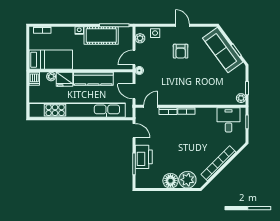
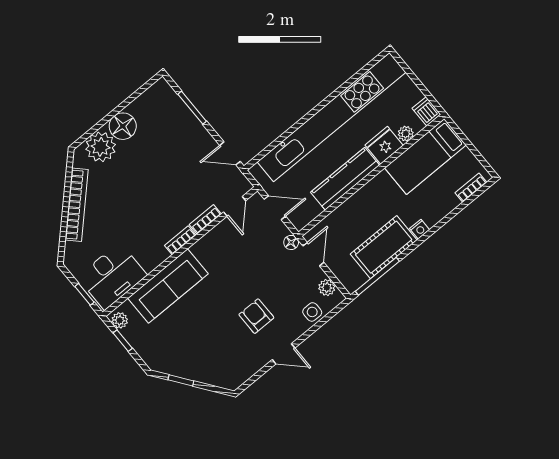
sofa: (223, 50) -> (168, 286), moved, turned 126
desk: (229, 120) -> (112, 276), width x1.37
printer: (144, 157) -> (187, 128), removed

